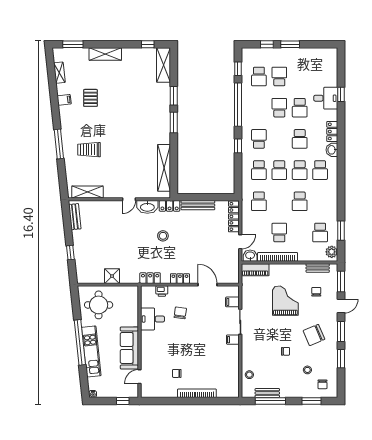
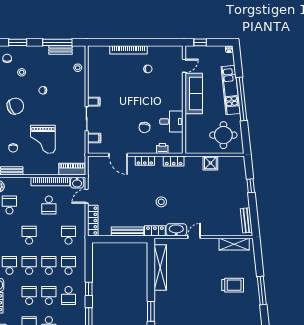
school desk: (279, 139) -> (49, 296), added

